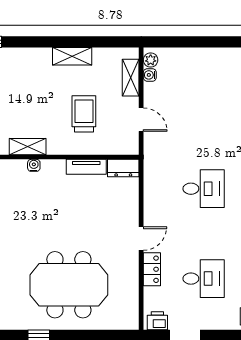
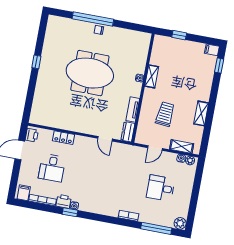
trolley: (84, 114) -> (165, 114), turned -85
desk: (204, 189) -> (161, 188), moved, turned 90
door: (141, 239) -> (105, 139), moved
meeting table: (69, 285) -> (90, 73), moved, turned 90

